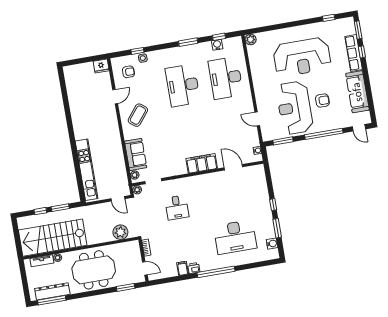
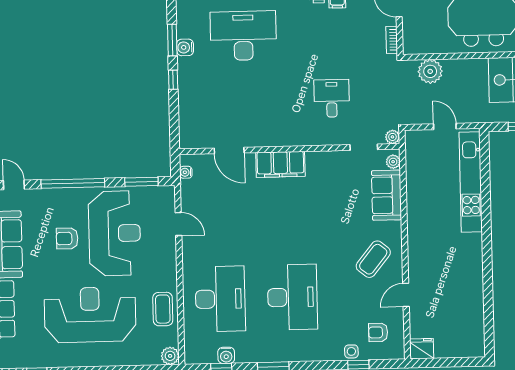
coffee table: (259, 67) -> (163, 309), added
door: (118, 199) -> (445, 126), moved
water cooler: (272, 244) -> (185, 47), moved

